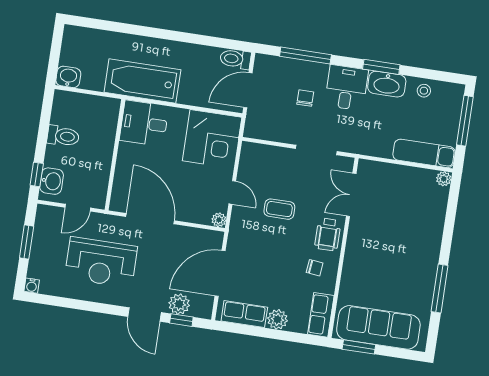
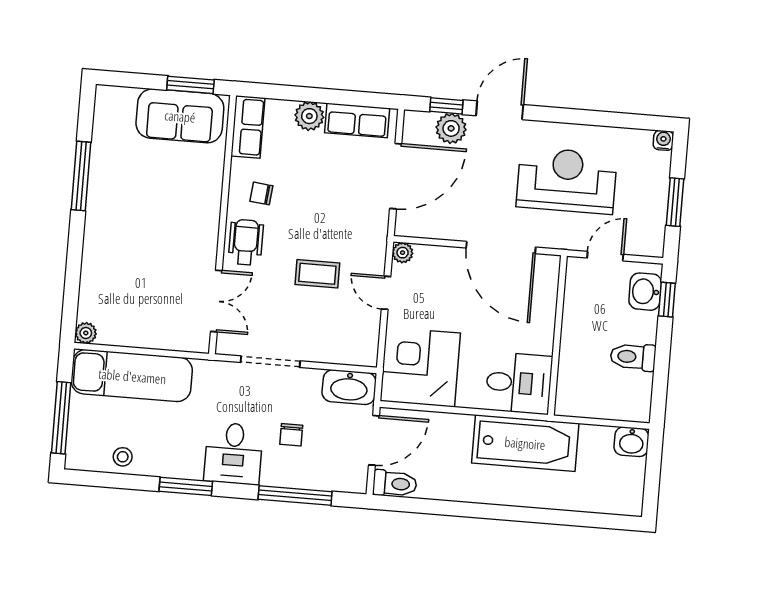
washbasin: (387, 84) -> (349, 387), moved, turned 180
exam couch: (424, 153) -> (132, 376), width x1.36, depth x1.45
door: (144, 314) -> (500, 110), hinge flipped
sofa: (378, 327) -> (180, 116), width x0.73

